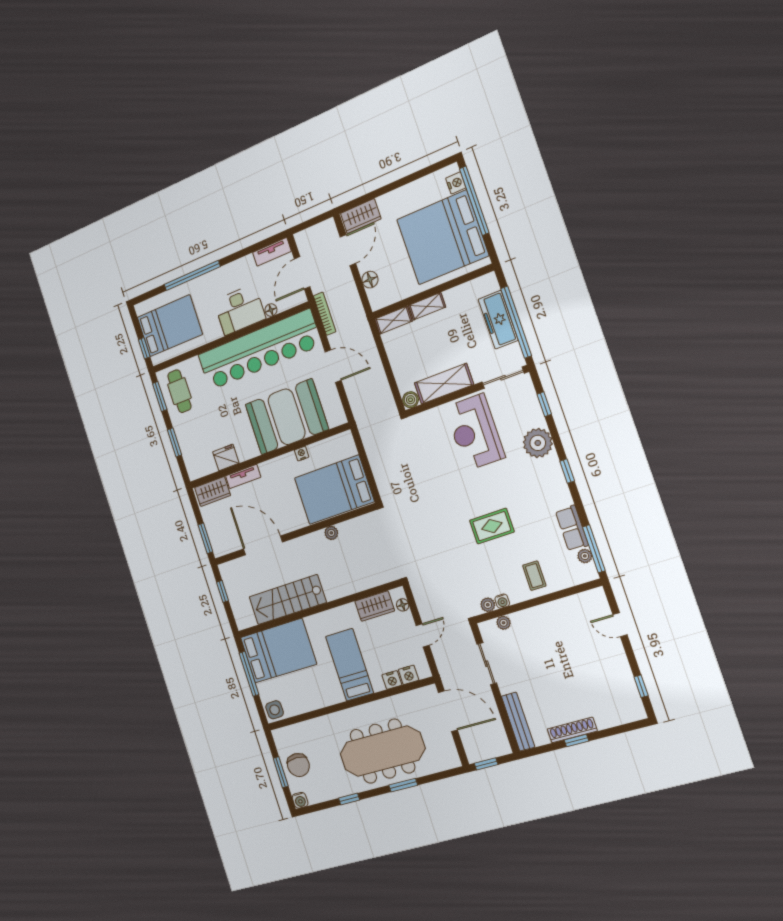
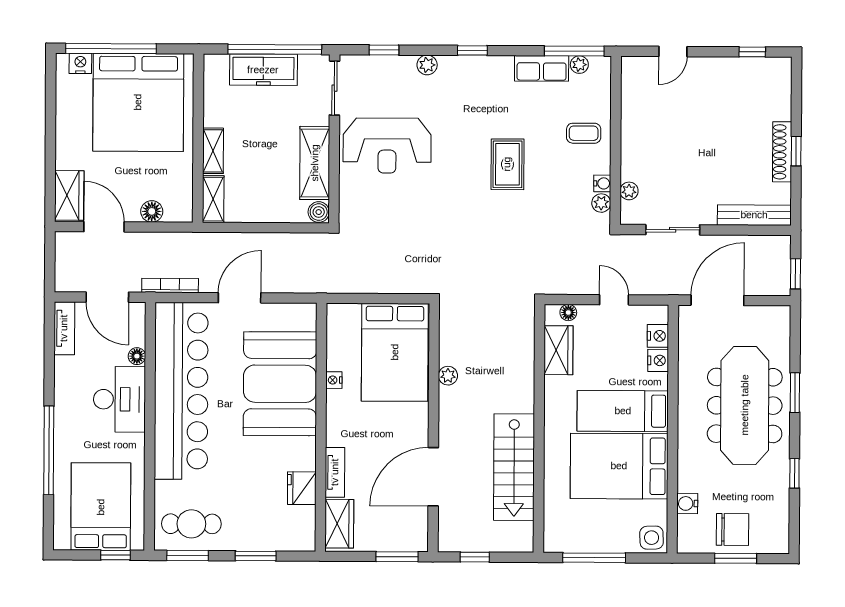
plant: (538, 443) -> (427, 65), width x0.53, depth x0.53
bed: (278, 651) -> (619, 466), moved, turned -90
water cooler: (300, 800) -> (687, 503), moved, turned 180

